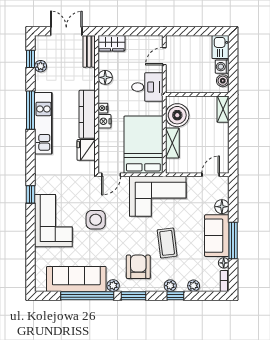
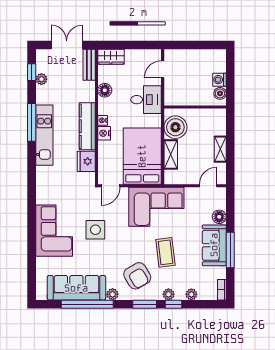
kitchen sink: (220, 47) -> (218, 61), removed
shelving: (223, 109) -> (220, 149), moved
window: (31, 194) -> (32, 205), removed
floor lamp: (224, 263) -> (221, 272), removed
armchair: (138, 267) -> (137, 276), turned 149
window: (134, 296) -> (145, 304), moved

